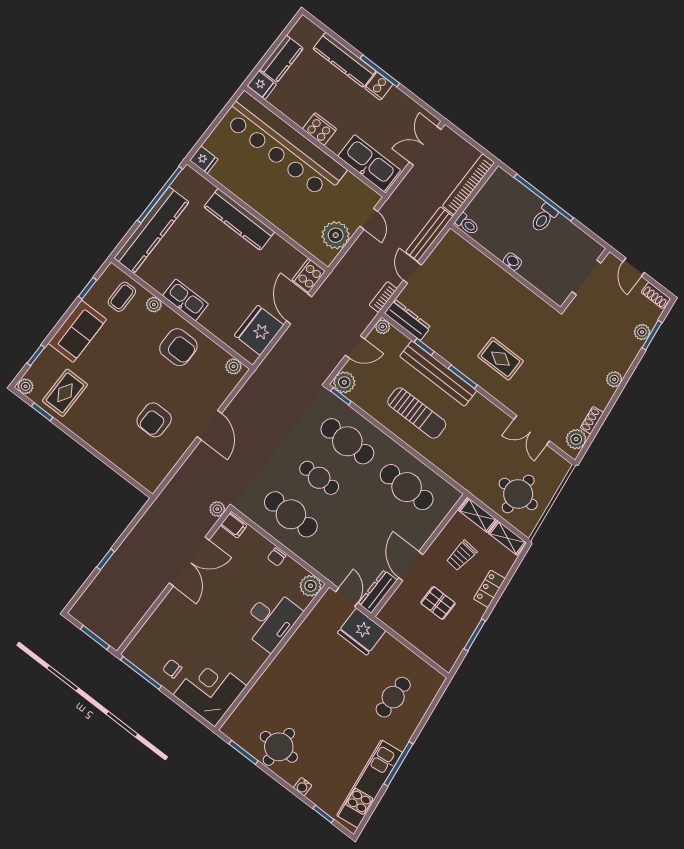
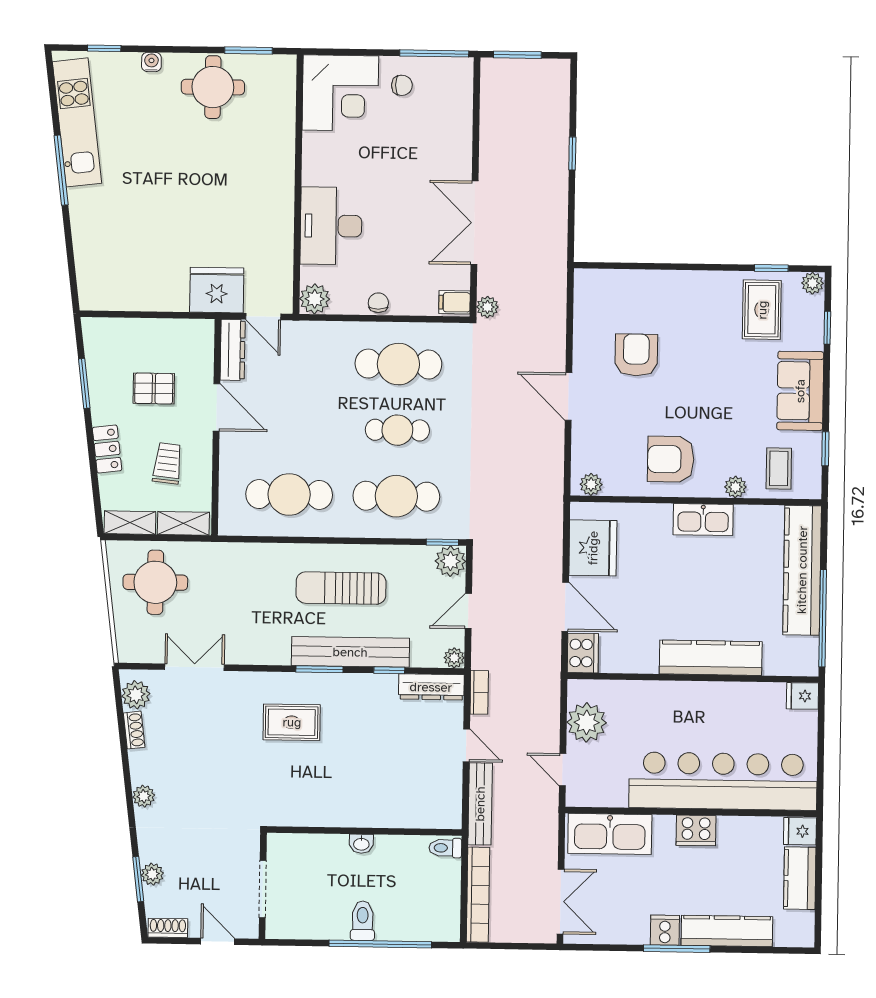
cafe table: (393, 697) -> (124, 242), removed

